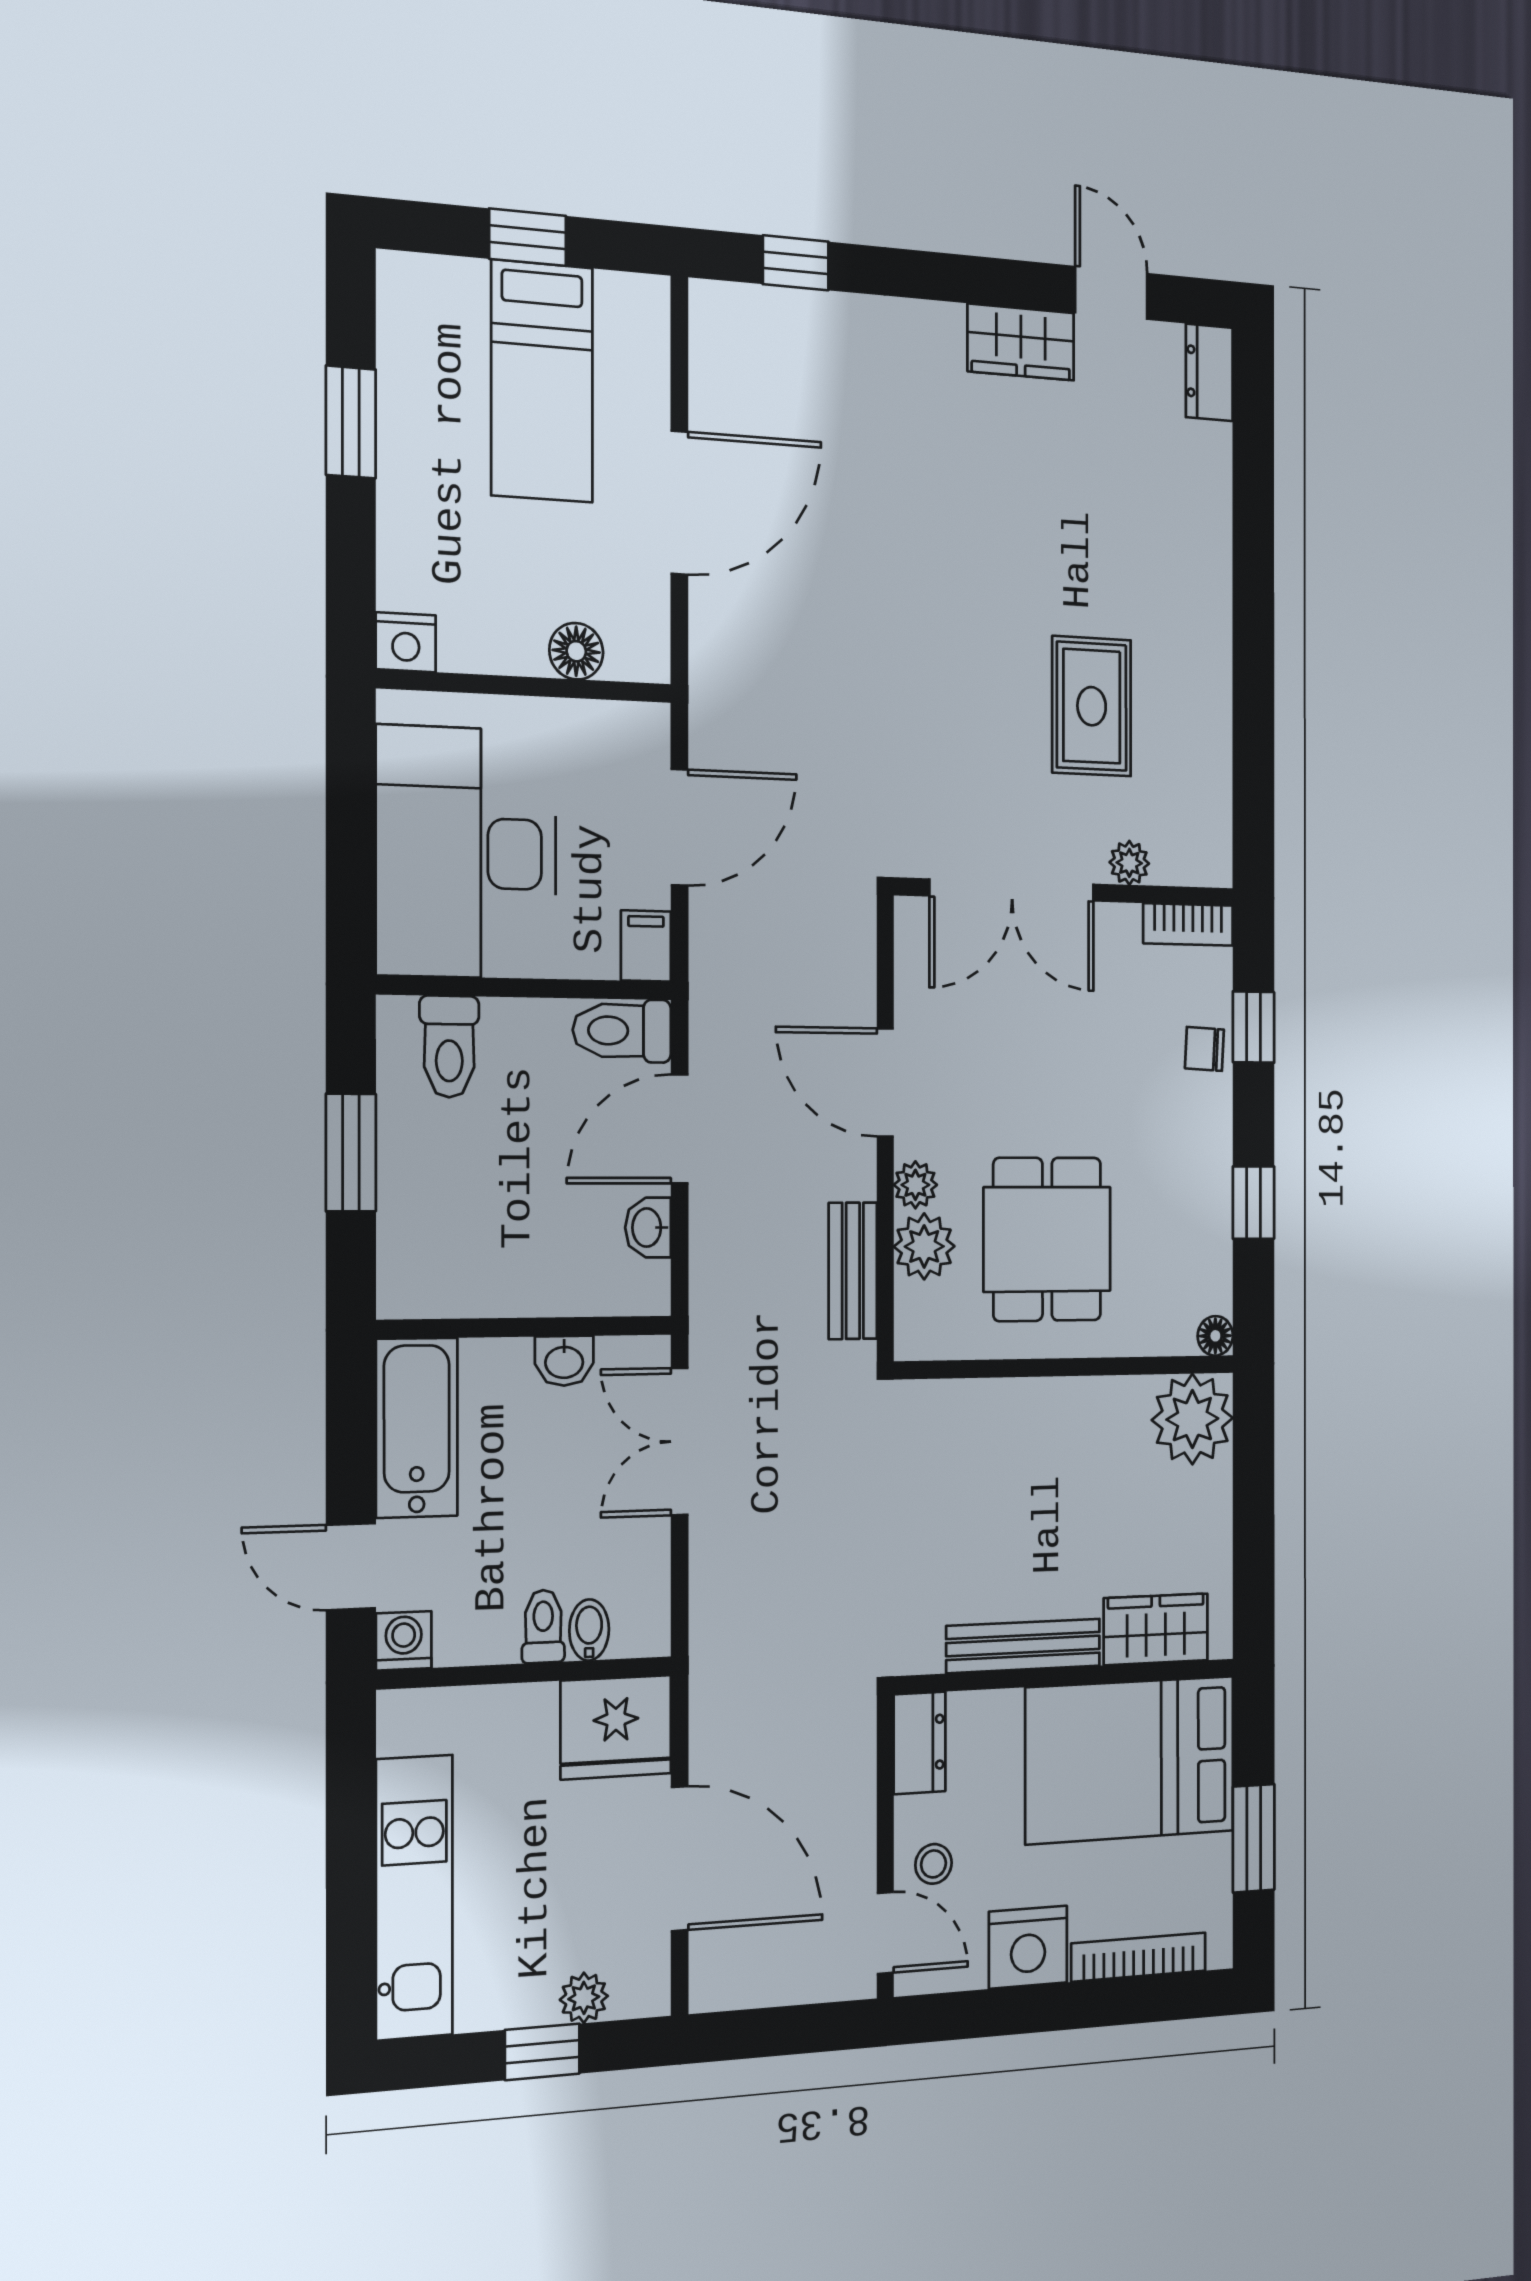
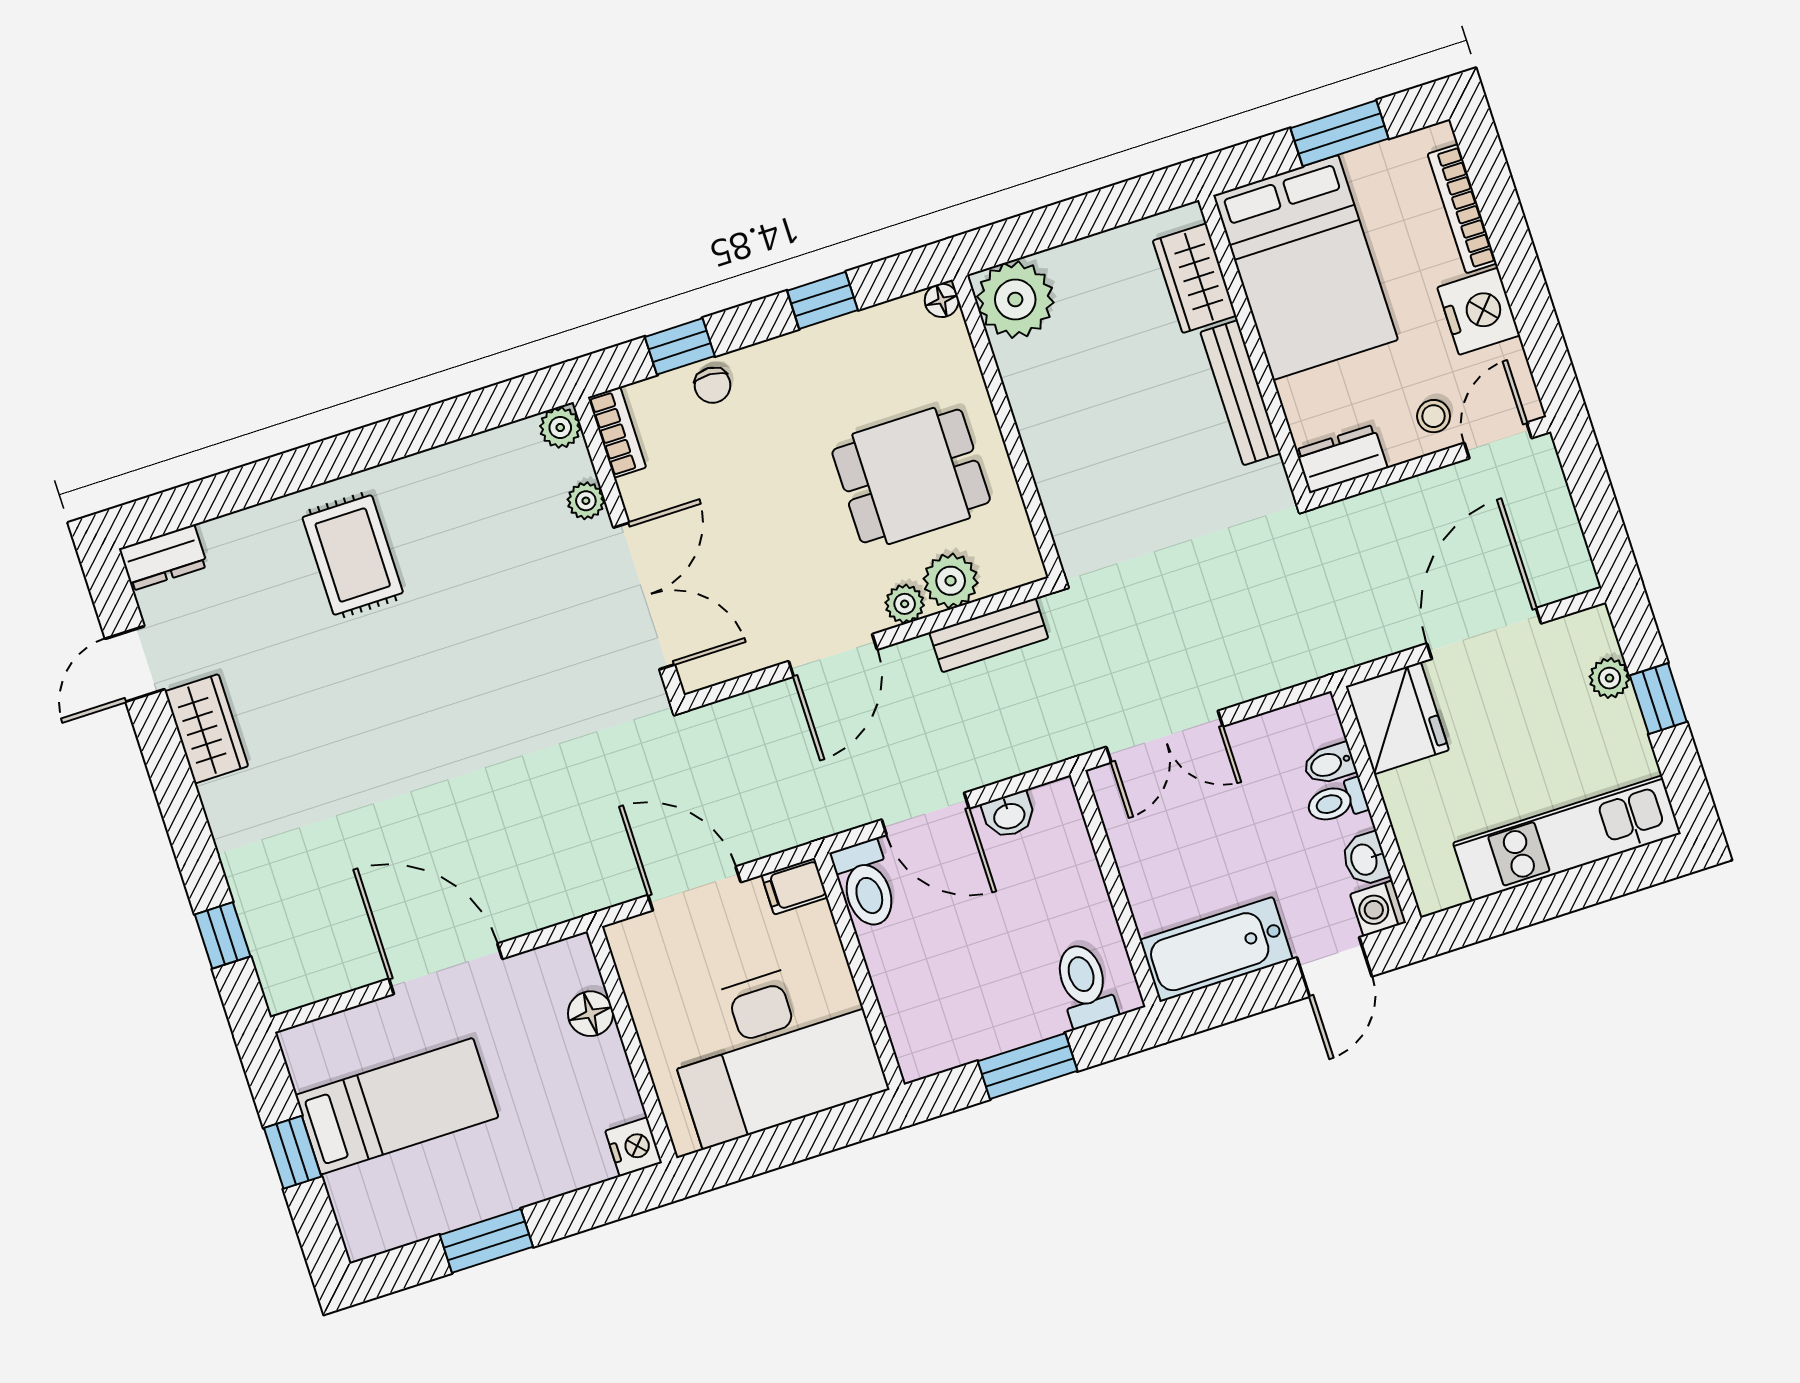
rug: (1092, 706) -> (353, 555), moved, turned 90
plant: (1211, 863) -> (560, 428), added
toilet: (449, 1047) -> (1085, 985), moved, turned -90
washbasin: (564, 1361) -> (1365, 859), moved, turned 180

